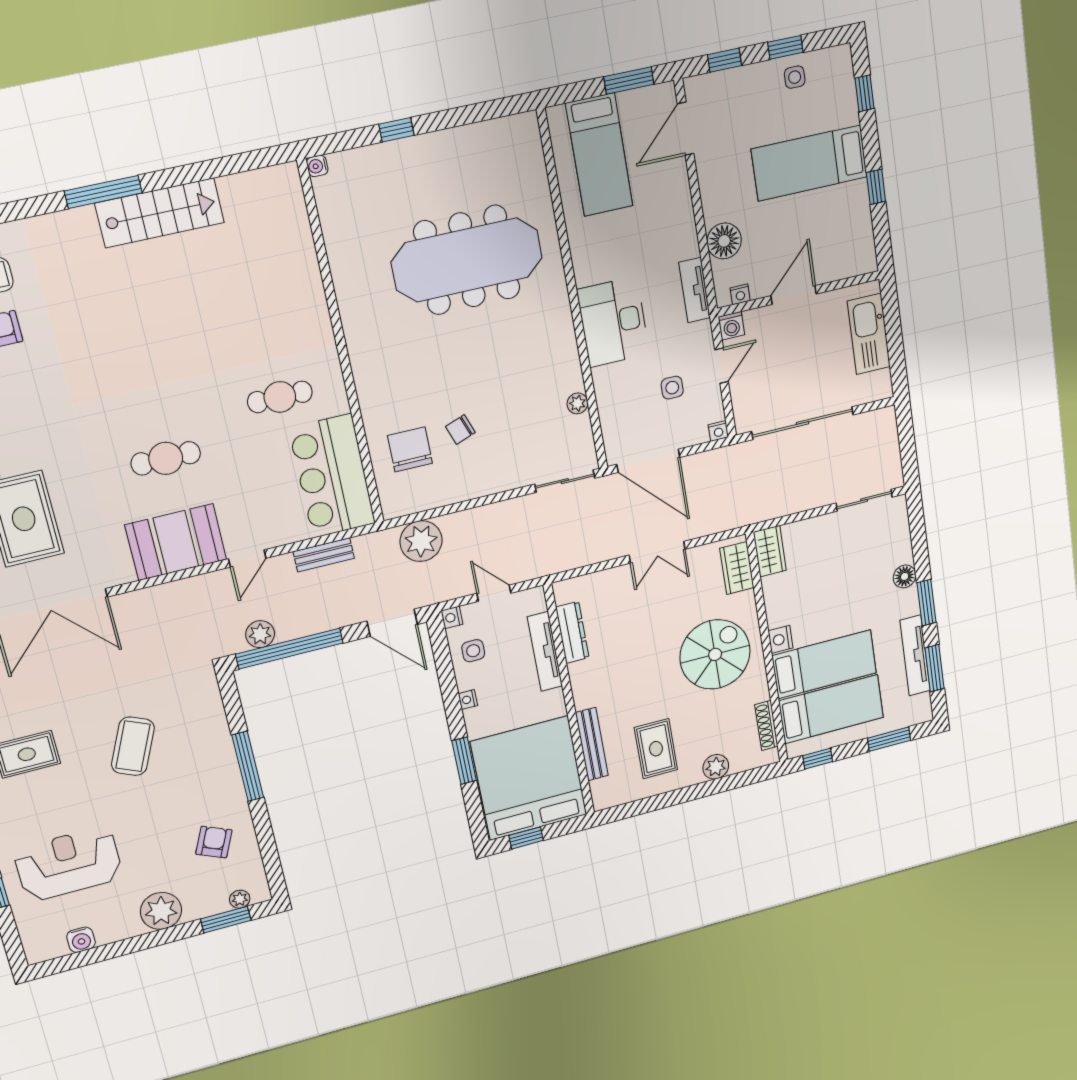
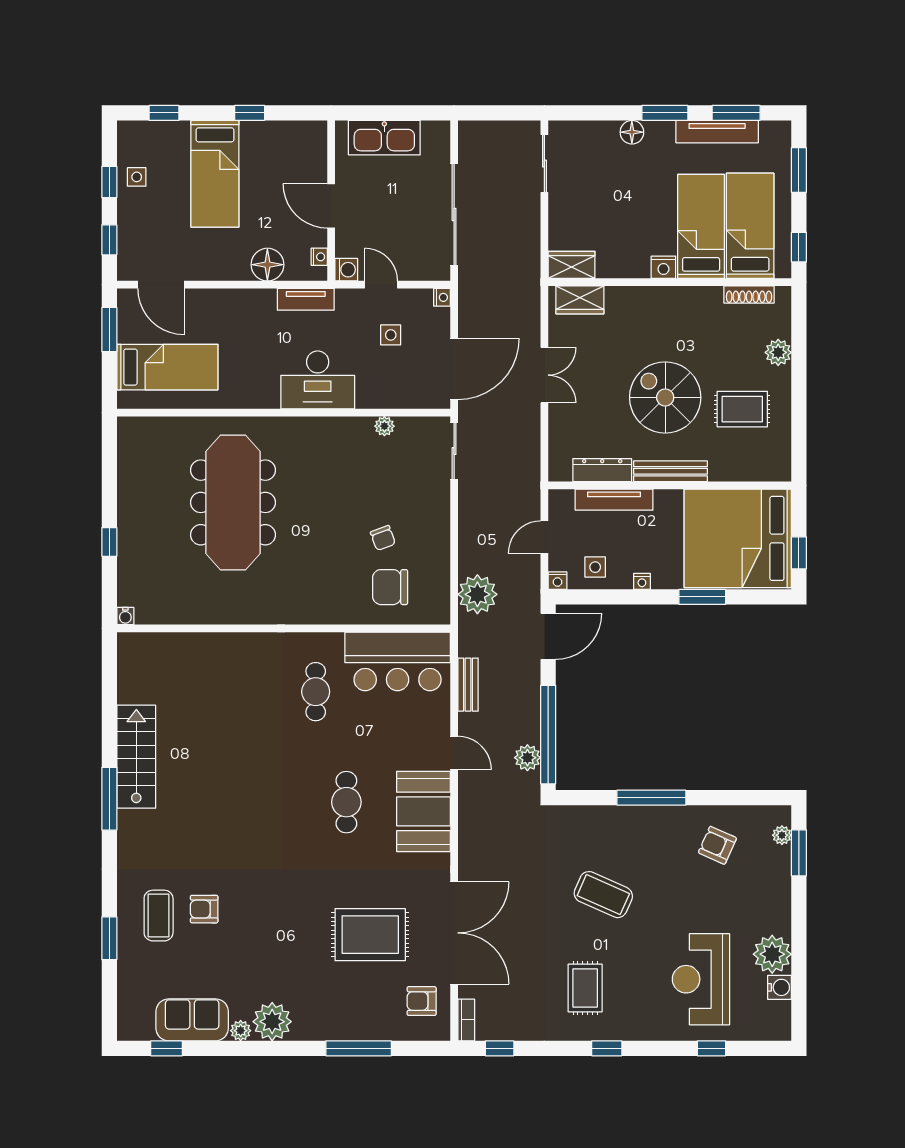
spiral stairs: (715, 654) -> (665, 397), moved
bench: (592, 744) -> (670, 471), moved
plant: (161, 911) -> (772, 954), moved

